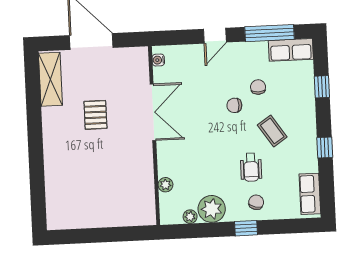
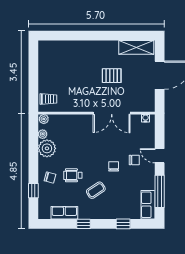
chair: (258, 87) -> (134, 160), moved
plant: (165, 185) -> (44, 119), moved
row of seats: (310, 194) -> (64, 213), moved
trolley: (136, 210) -> (48, 99), added
window: (246, 228) -> (33, 191), moved

